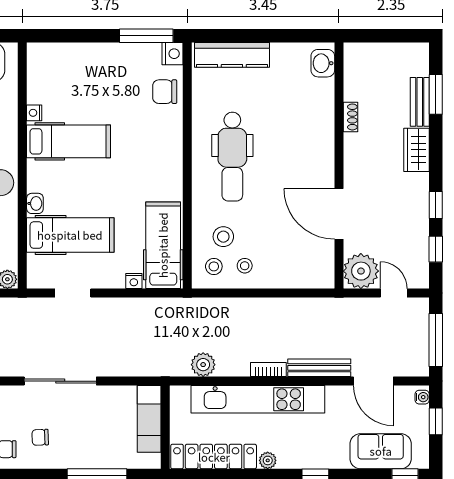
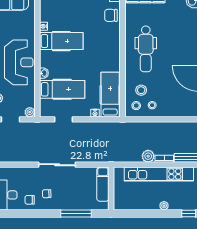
plant: (203, 365) -> (148, 156), moved
locker: (214, 457) -> (136, 204), removed

